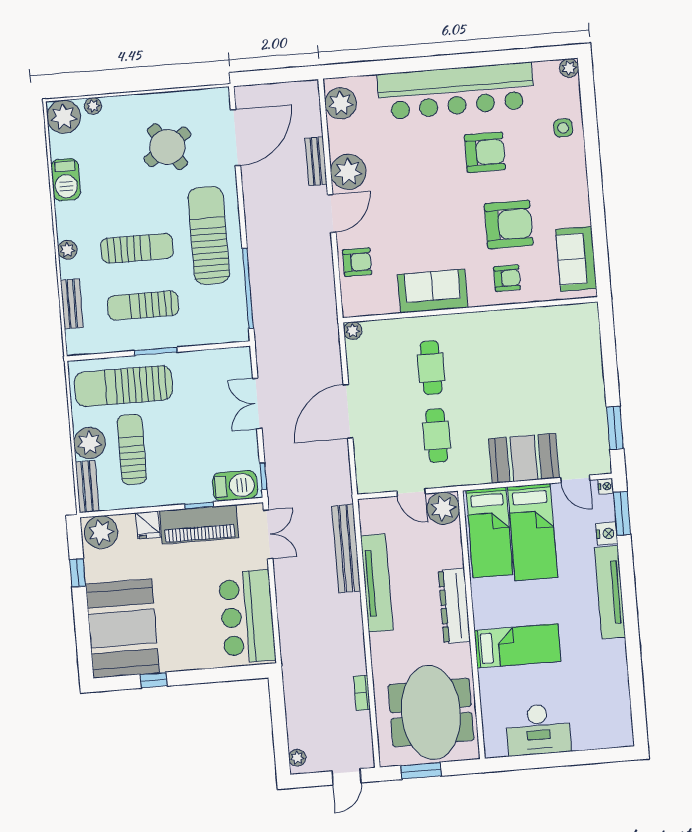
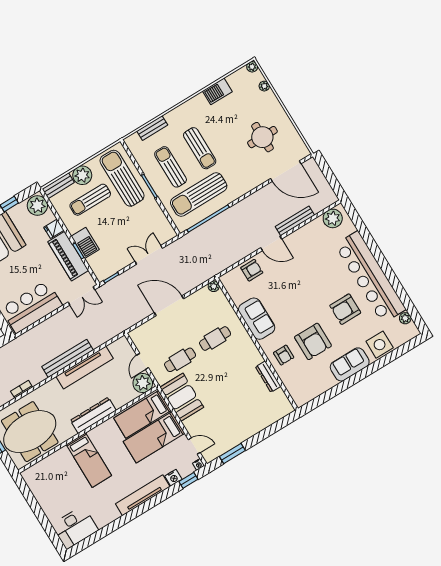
plant: (569, 68) -> (405, 318), moved
plant: (64, 117) -> (252, 67), width x0.53, depth x0.53
side table: (563, 128) -> (380, 345), width x1.87, depth x1.87
round table: (167, 147) -> (262, 137), turned 34
armchair: (485, 152) -> (345, 309), turned 90
bench: (316, 161) -> (295, 221), width x1.36
plant: (348, 172) -> (298, 241), removed
sun lounger: (209, 235) -> (199, 194), moved, turned 180
plant: (67, 250) -> (180, 111), removed
sofa: (576, 259) -> (350, 364), moved
armchair: (357, 262) -> (252, 270), turned -90
dresser: (527, 317) -> (268, 376), added
sun lounger: (132, 449) -> (90, 200), turned 180
booth: (524, 458) -> (182, 397), moved
door: (575, 479) -> (194, 446), swing flipped
barbecue: (235, 486) -> (85, 243), moved
window: (622, 513) -> (188, 480), width x0.67
bench: (346, 549) -> (68, 358), moved
desk: (538, 729) -> (75, 528), moved, turned -90

